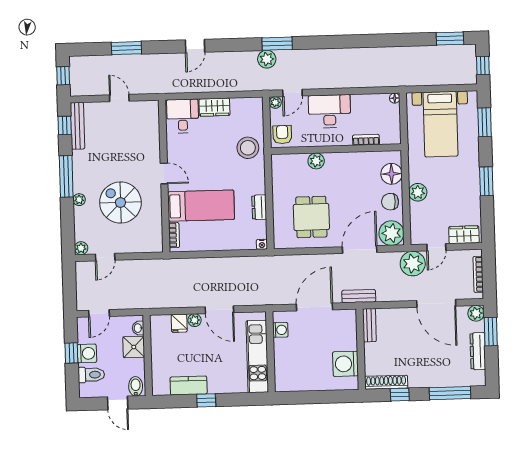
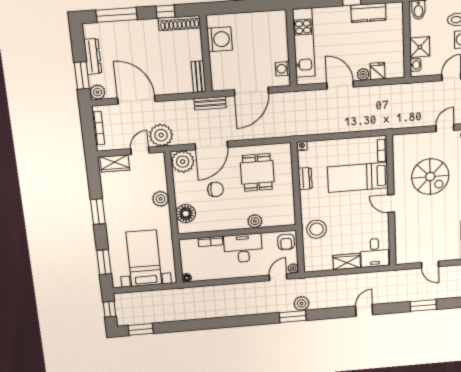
desk: (330, 111) -> (243, 248), moved, turned 180
chair: (390, 202) -> (215, 189), moved

